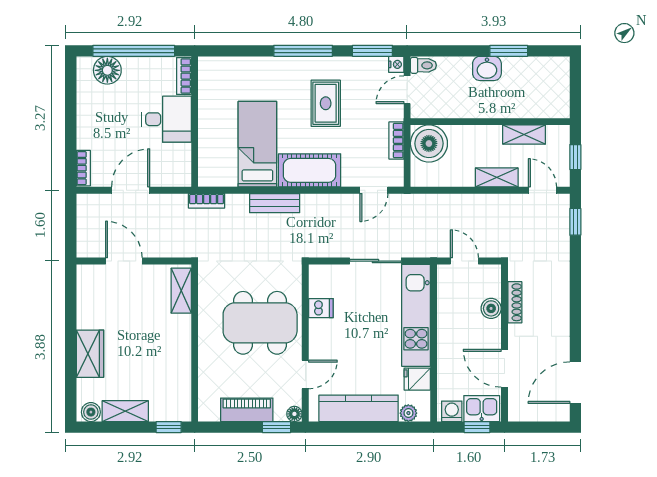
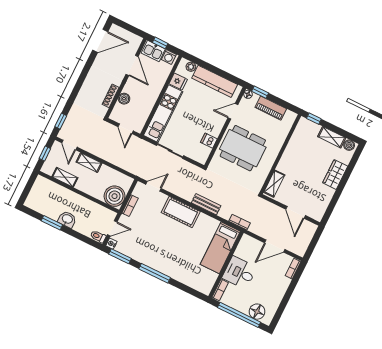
rug: (326, 103) -> (156, 242), removed
bed: (257, 144) -> (220, 248), moved

